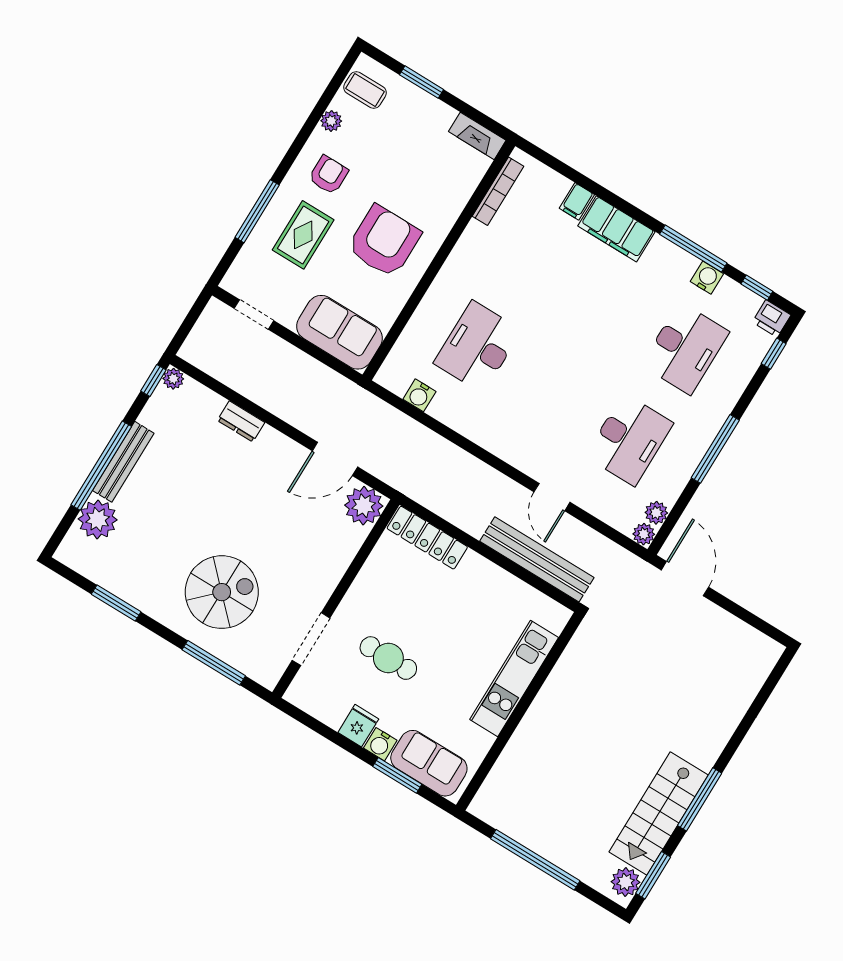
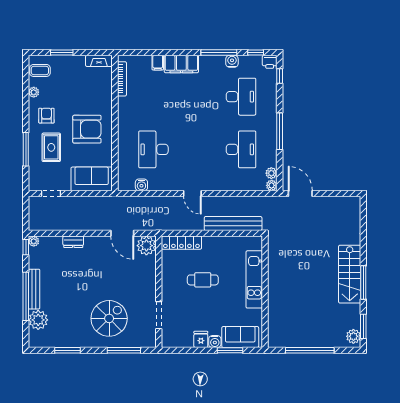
armchair: (384, 241) -> (87, 129), turned 90
door: (335, 459) -> (122, 233), hinge flipped
door: (552, 497) -> (192, 193), moved
cafe table: (388, 658) -> (203, 280), moved
stairs: (659, 813) -> (350, 274), moved

